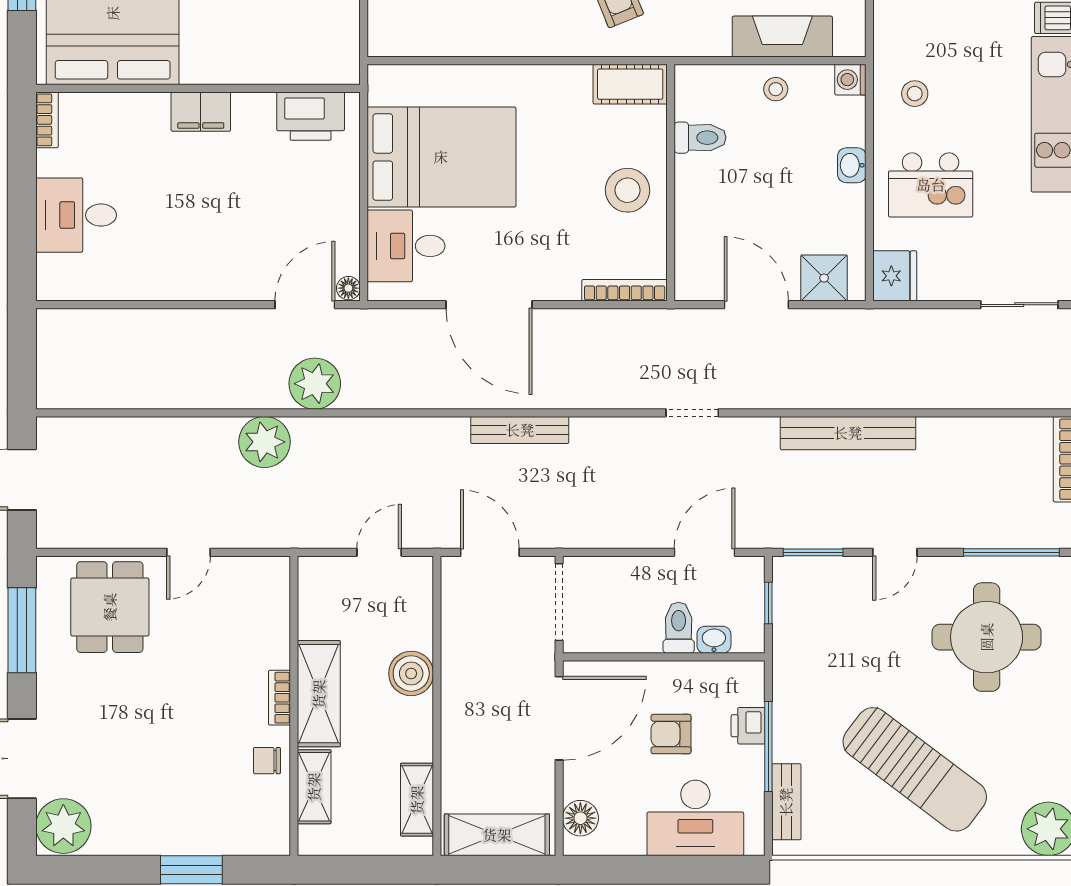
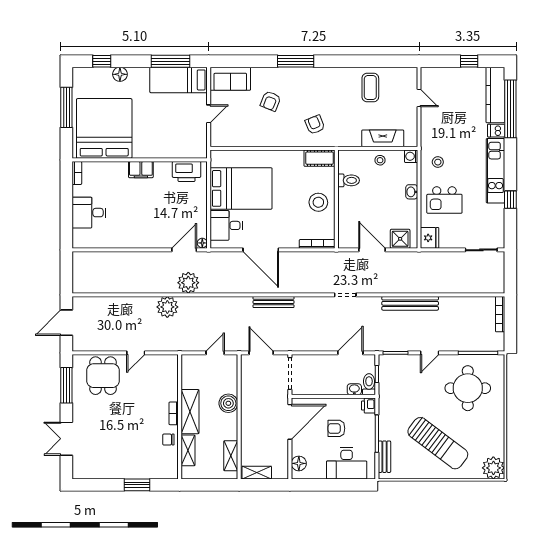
toilet: (679, 628) -> (369, 384), moved
printer: (748, 726) -> (369, 406), moved
plant: (63, 826) -> (84, 467), removed
shelving: (497, 835) -> (257, 473), width x0.67, depth x0.75

